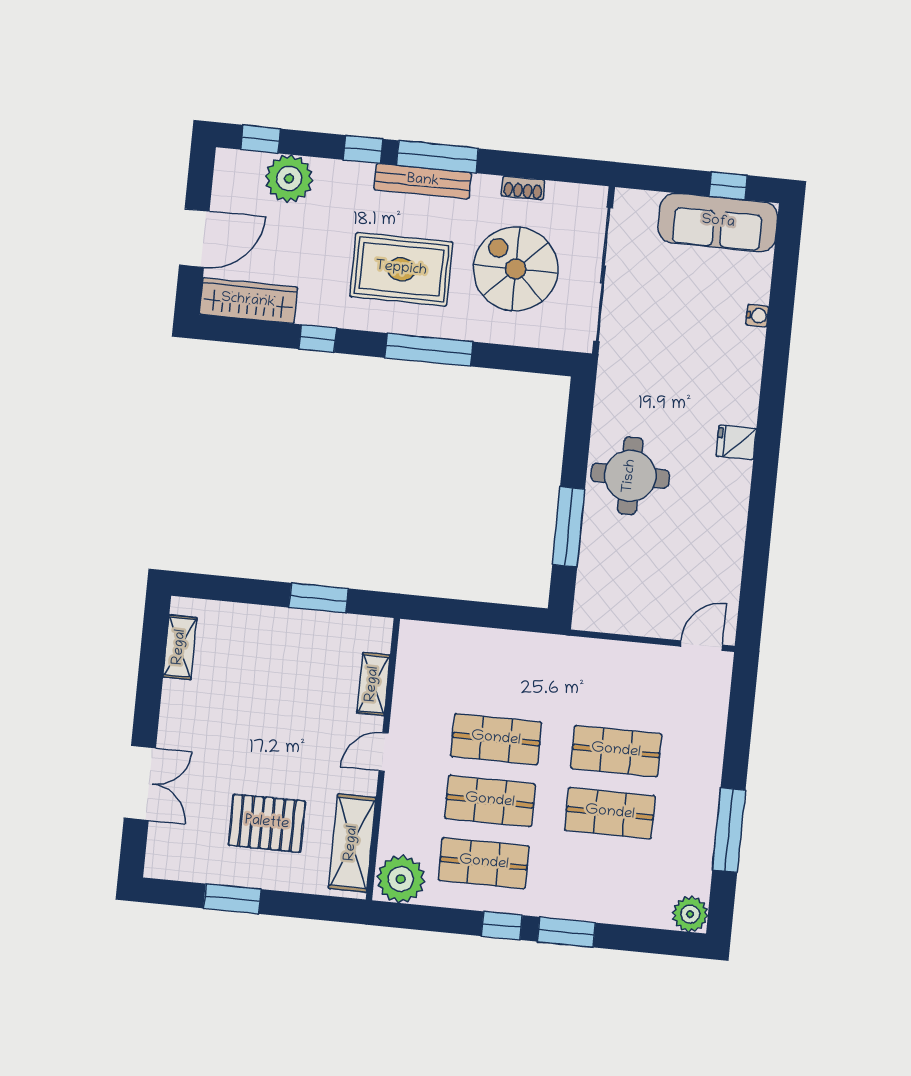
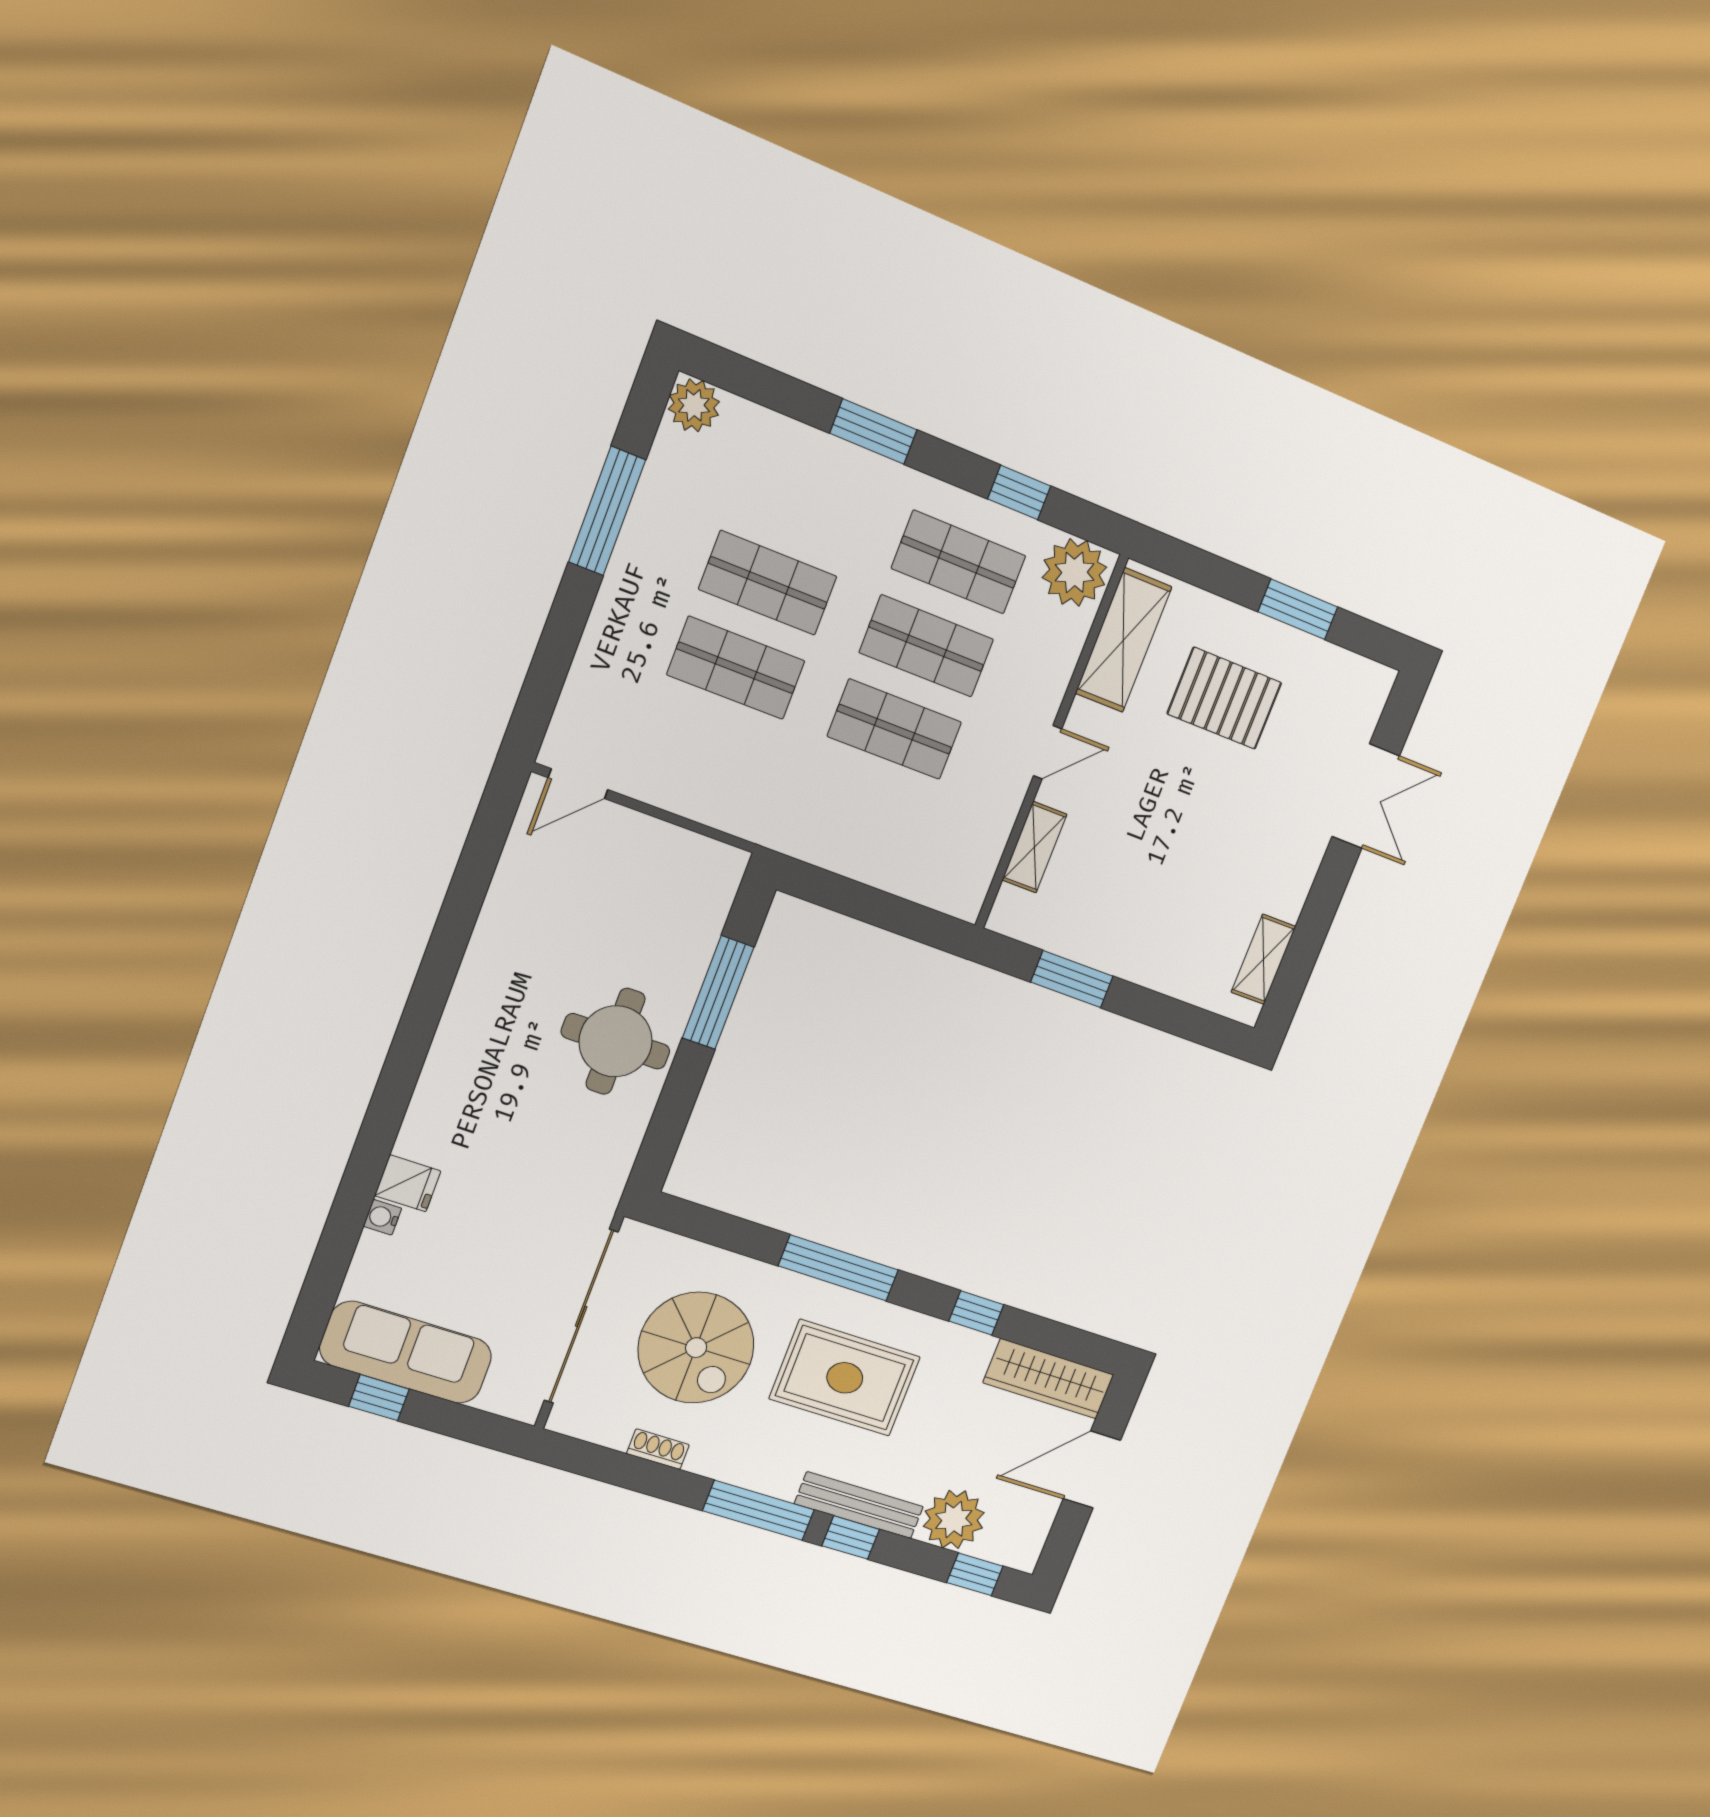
bench: (423, 181) -> (859, 1505), moved
fridge: (736, 442) -> (408, 1183), moved
double door: (140, 783) -> (1366, 796), swing flipped
window: (502, 926) -> (1019, 493), moved

